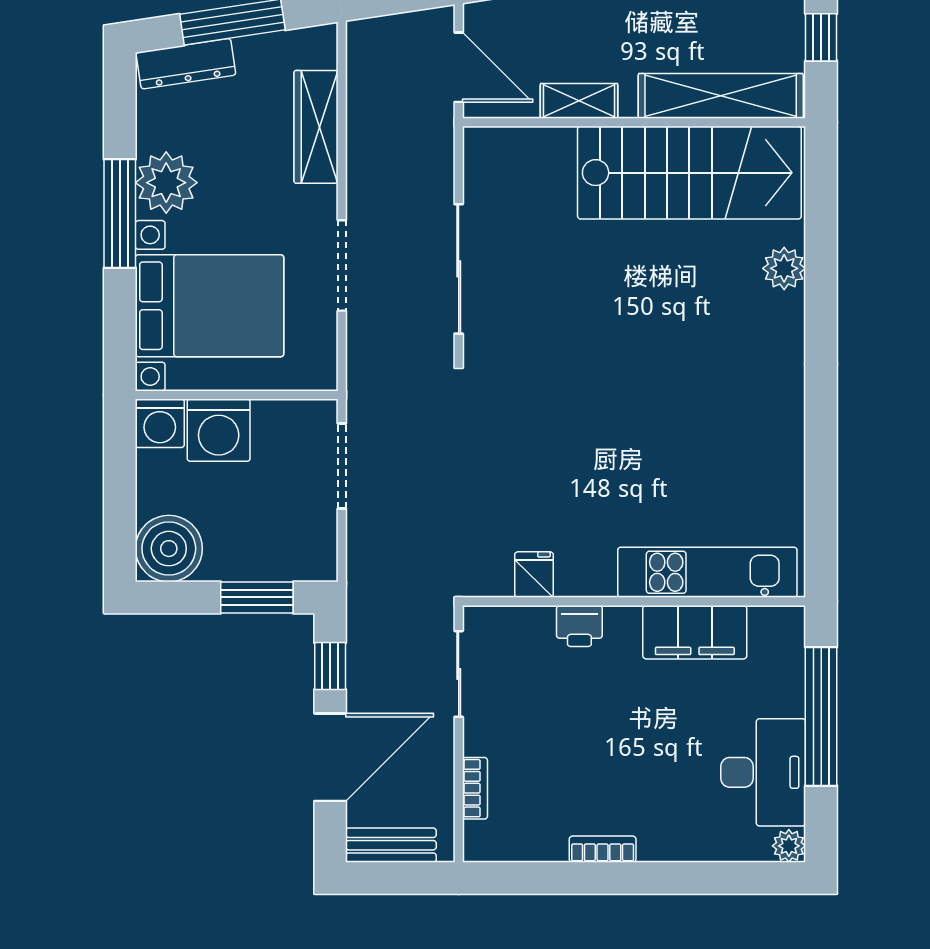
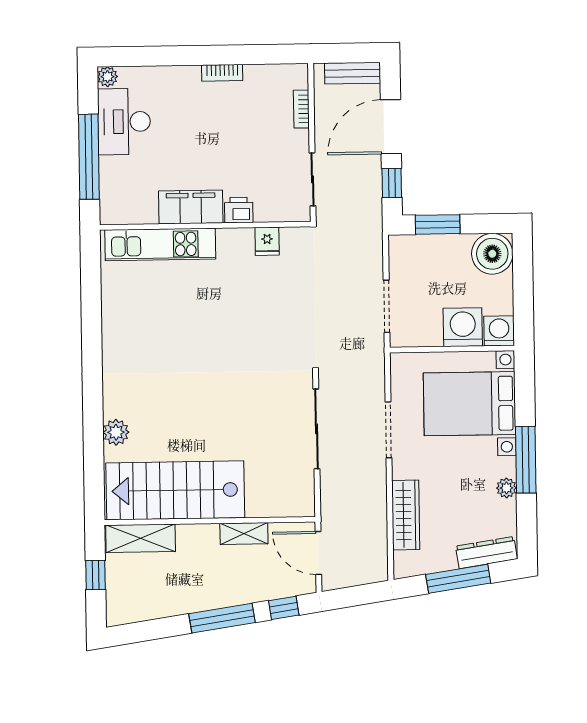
shelving: (721, 96) -> (141, 538), width x0.68
plant: (166, 183) -> (506, 488), width x0.53, depth x0.53
filing cabinet: (695, 632) -> (191, 207), moved

